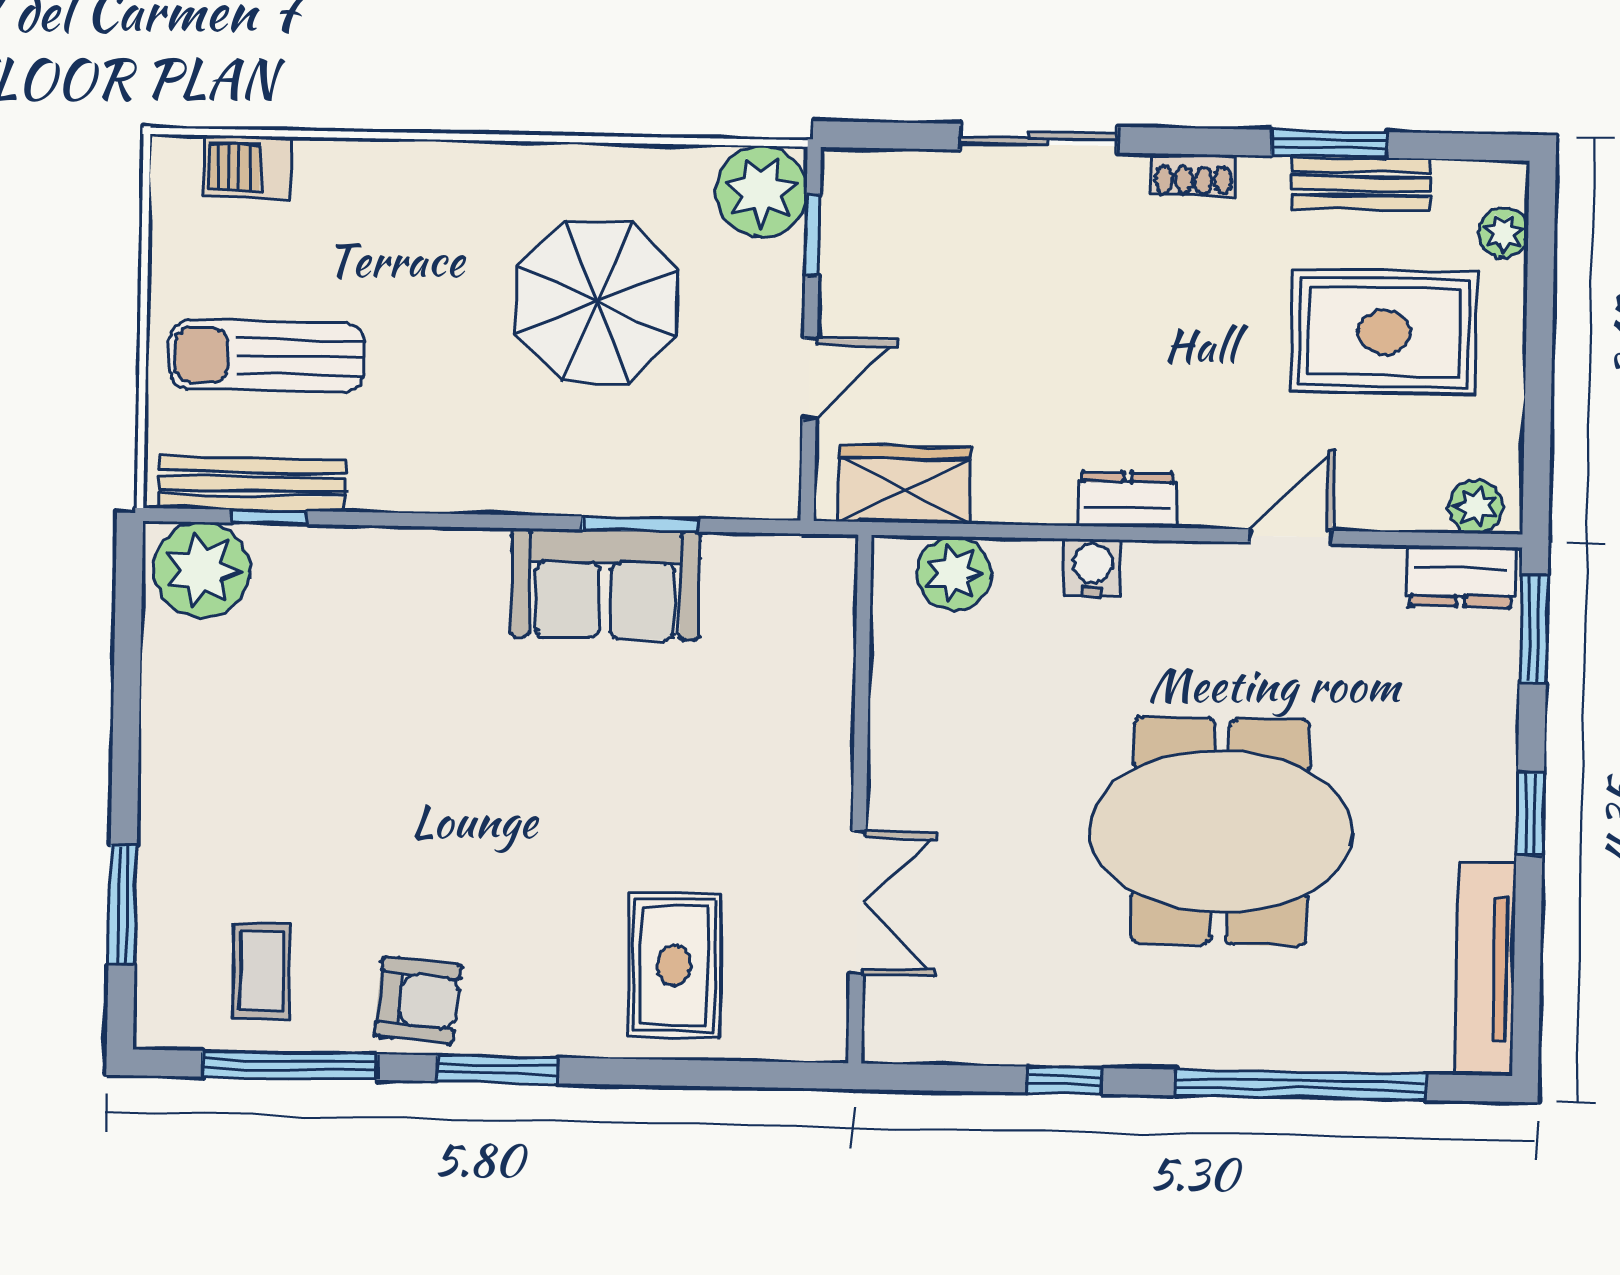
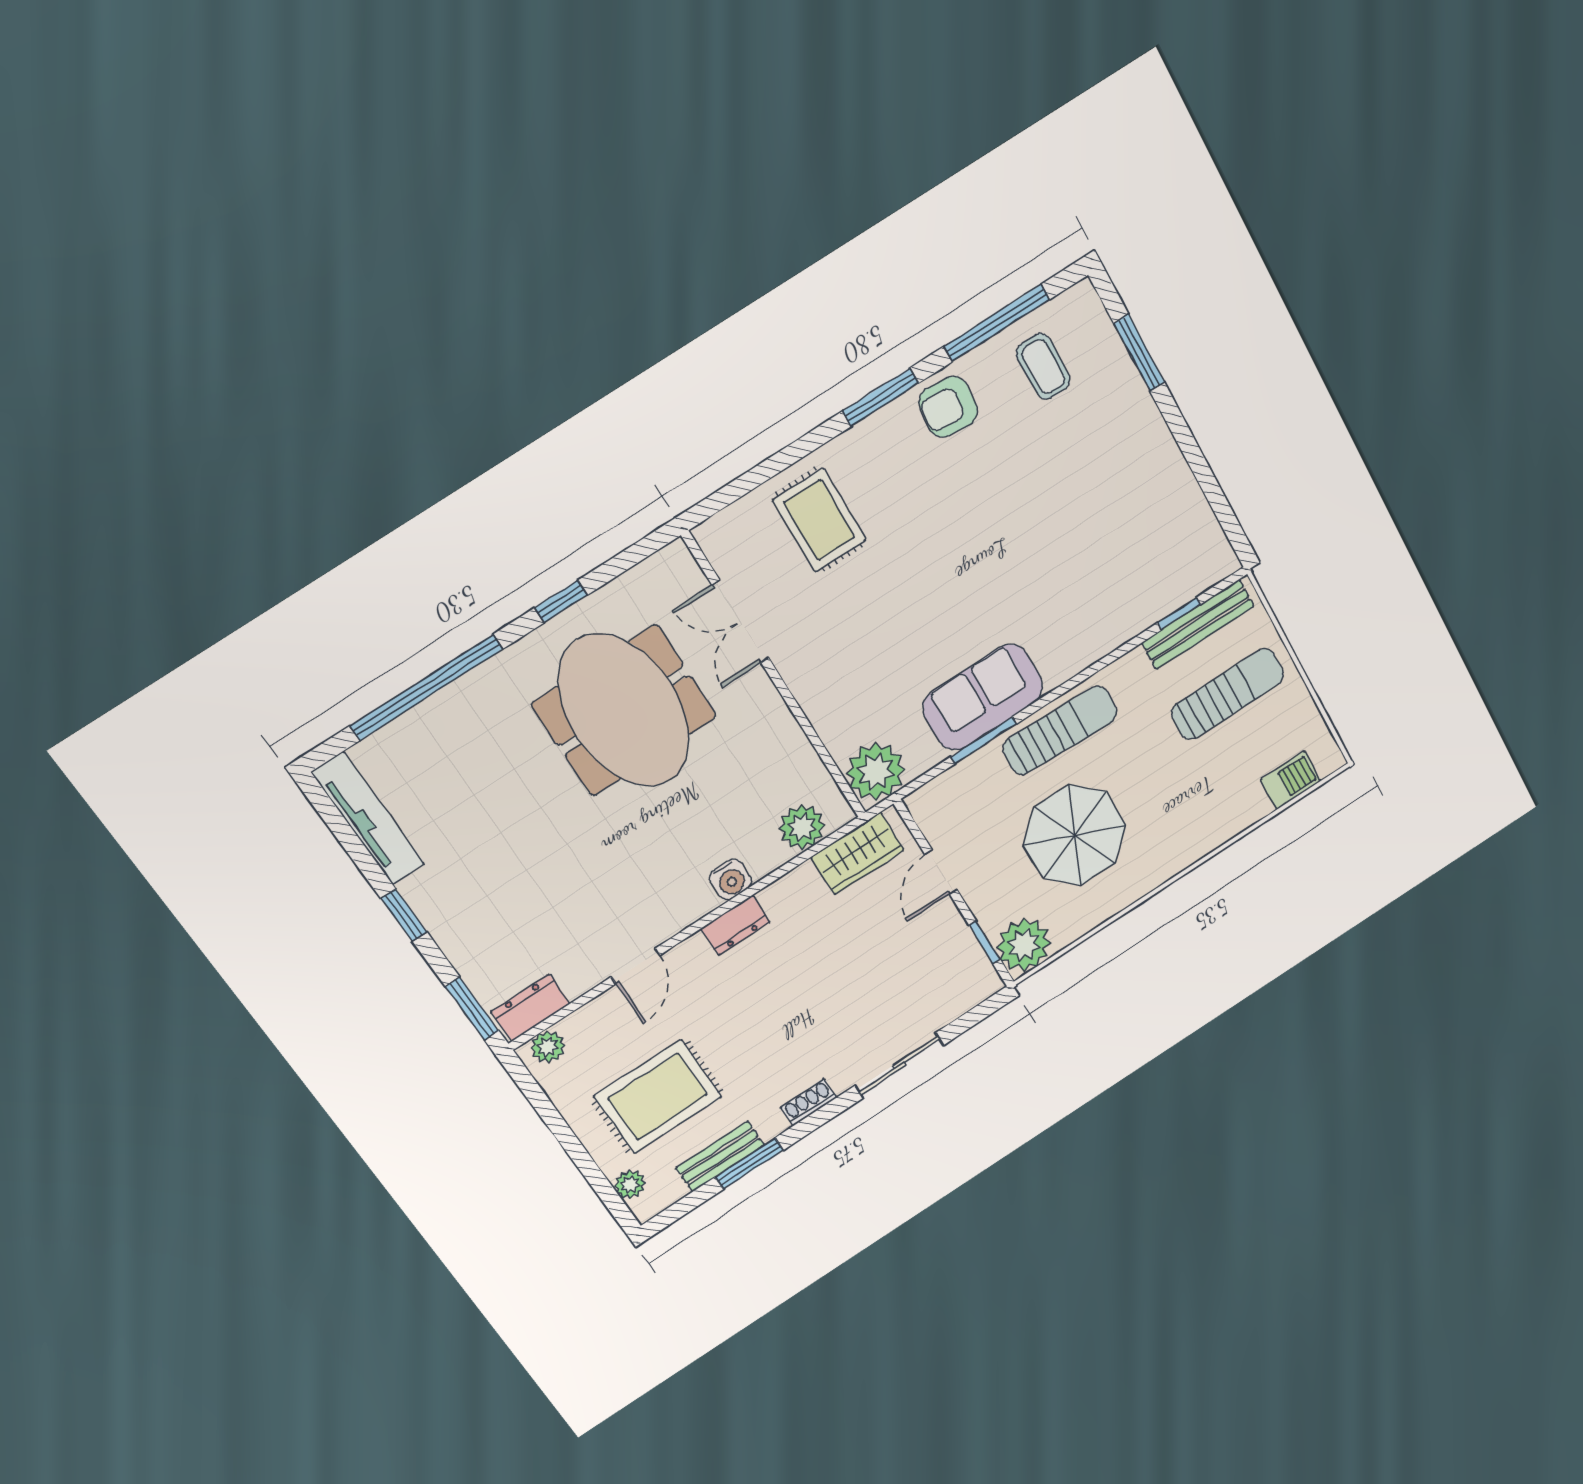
sun lounger: (529, 466) -> (1060, 730), added
plant: (202, 570) -> (876, 772), moved
meeting table: (1220, 831) -> (624, 710), moved, turned 90

